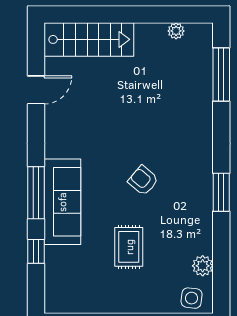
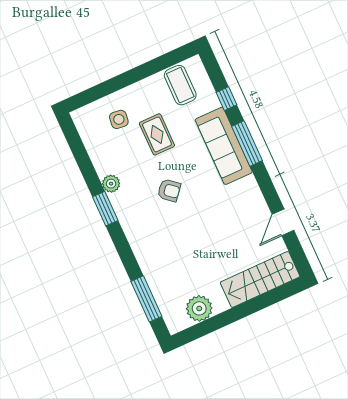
plant: (176, 31) -> (199, 308), width x1.88, depth x1.88
plant: (203, 266) -> (111, 184), moved
coffee table: (79, 289) -> (180, 85), added
side table: (192, 298) -> (119, 119), moved

